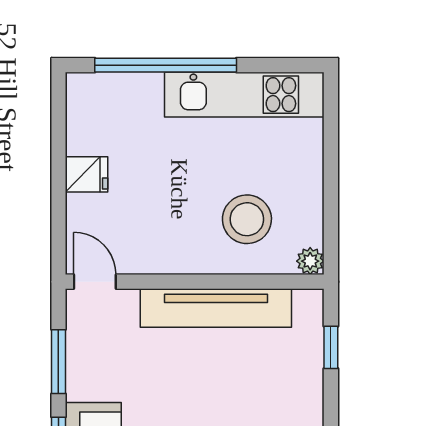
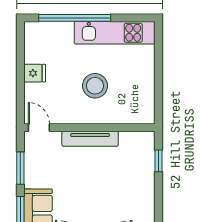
stool: (247, 219) -> (95, 86), moved
plant: (310, 261) -> (148, 117), removed
tv unit: (216, 308) -> (90, 139), width x0.73, depth x0.78

